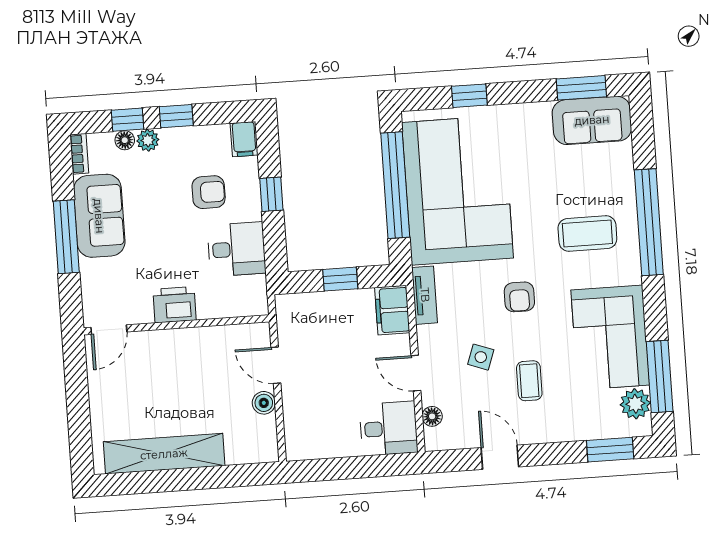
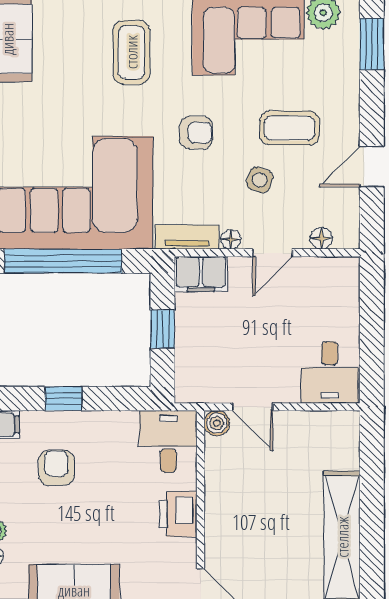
desk: (236, 249) -> (168, 441), moved
floor lamp: (425, 335) -> (231, 239), added
door: (276, 365) -> (253, 407), hinge flipped
coffee table: (529, 381) -> (290, 128), width x1.36, depth x1.30
boiler: (264, 403) -> (217, 423), moved
desk: (389, 428) -> (330, 372), moved, turned 180

